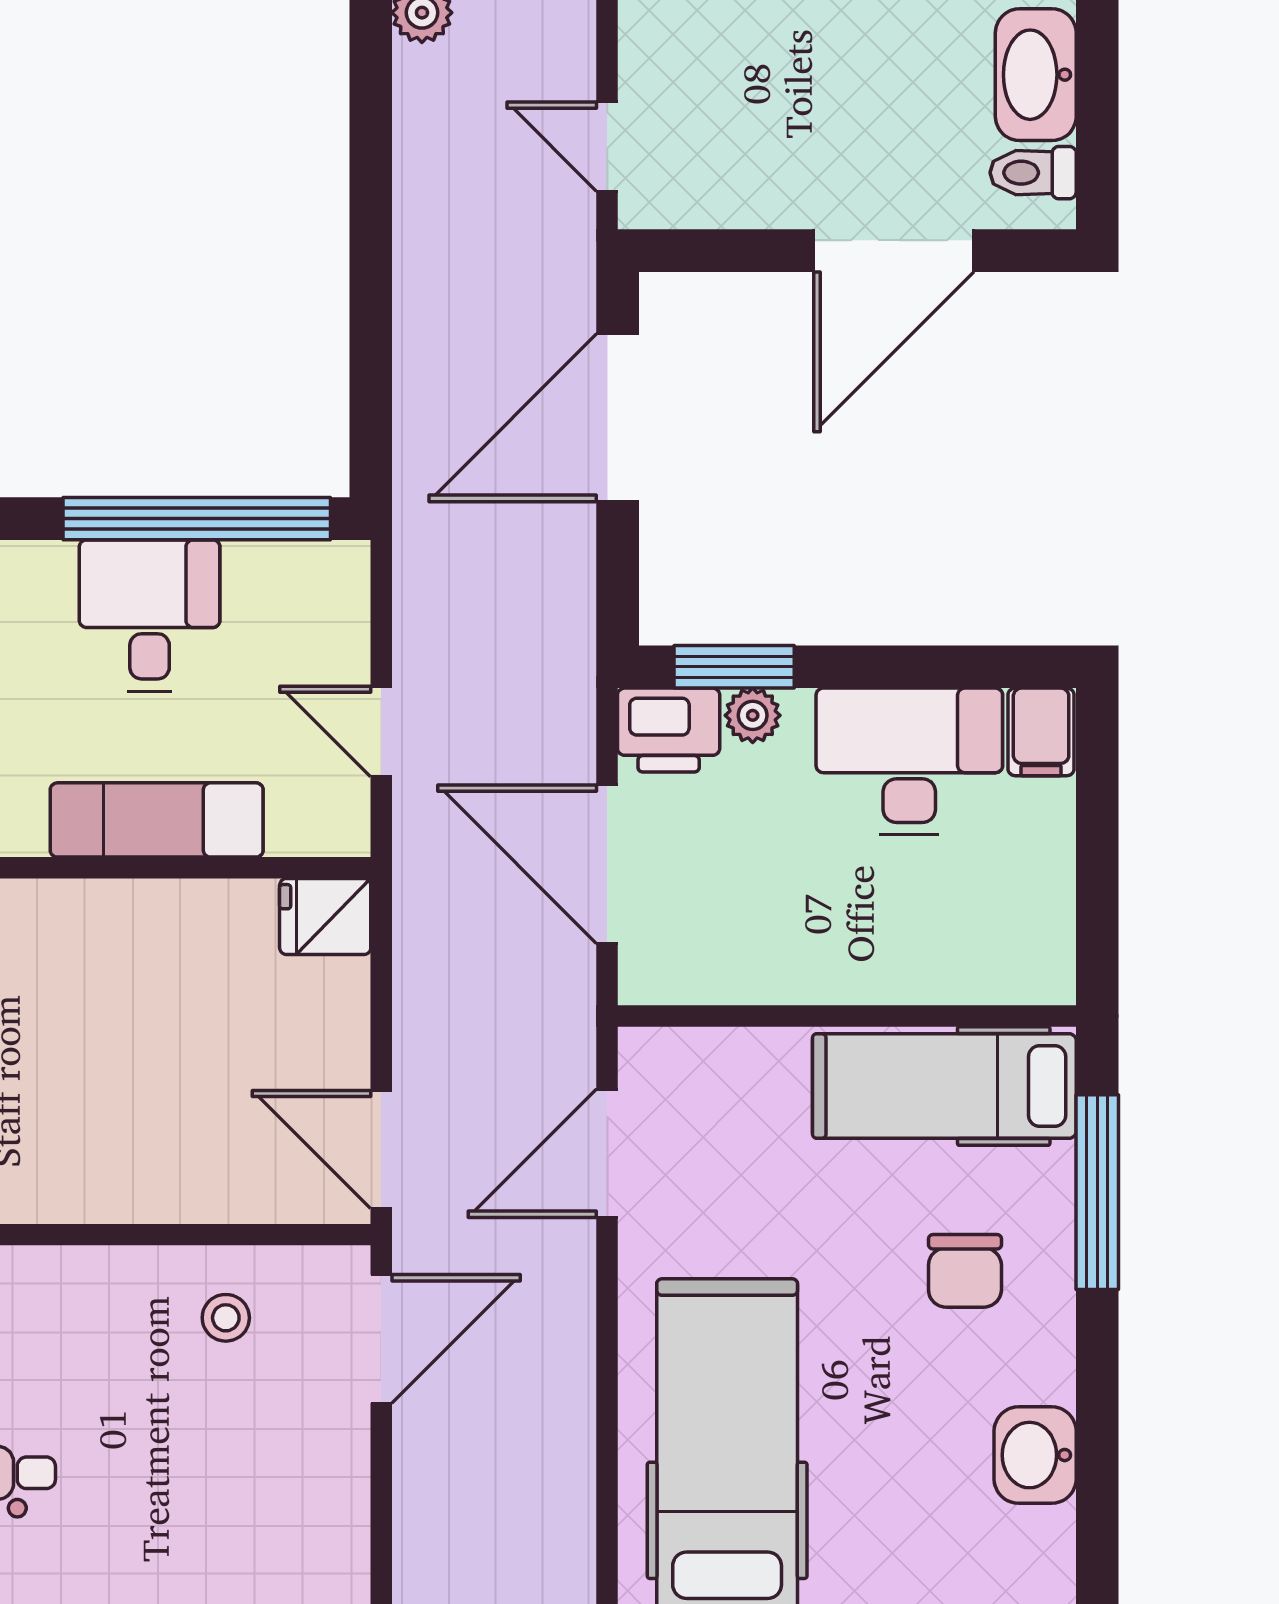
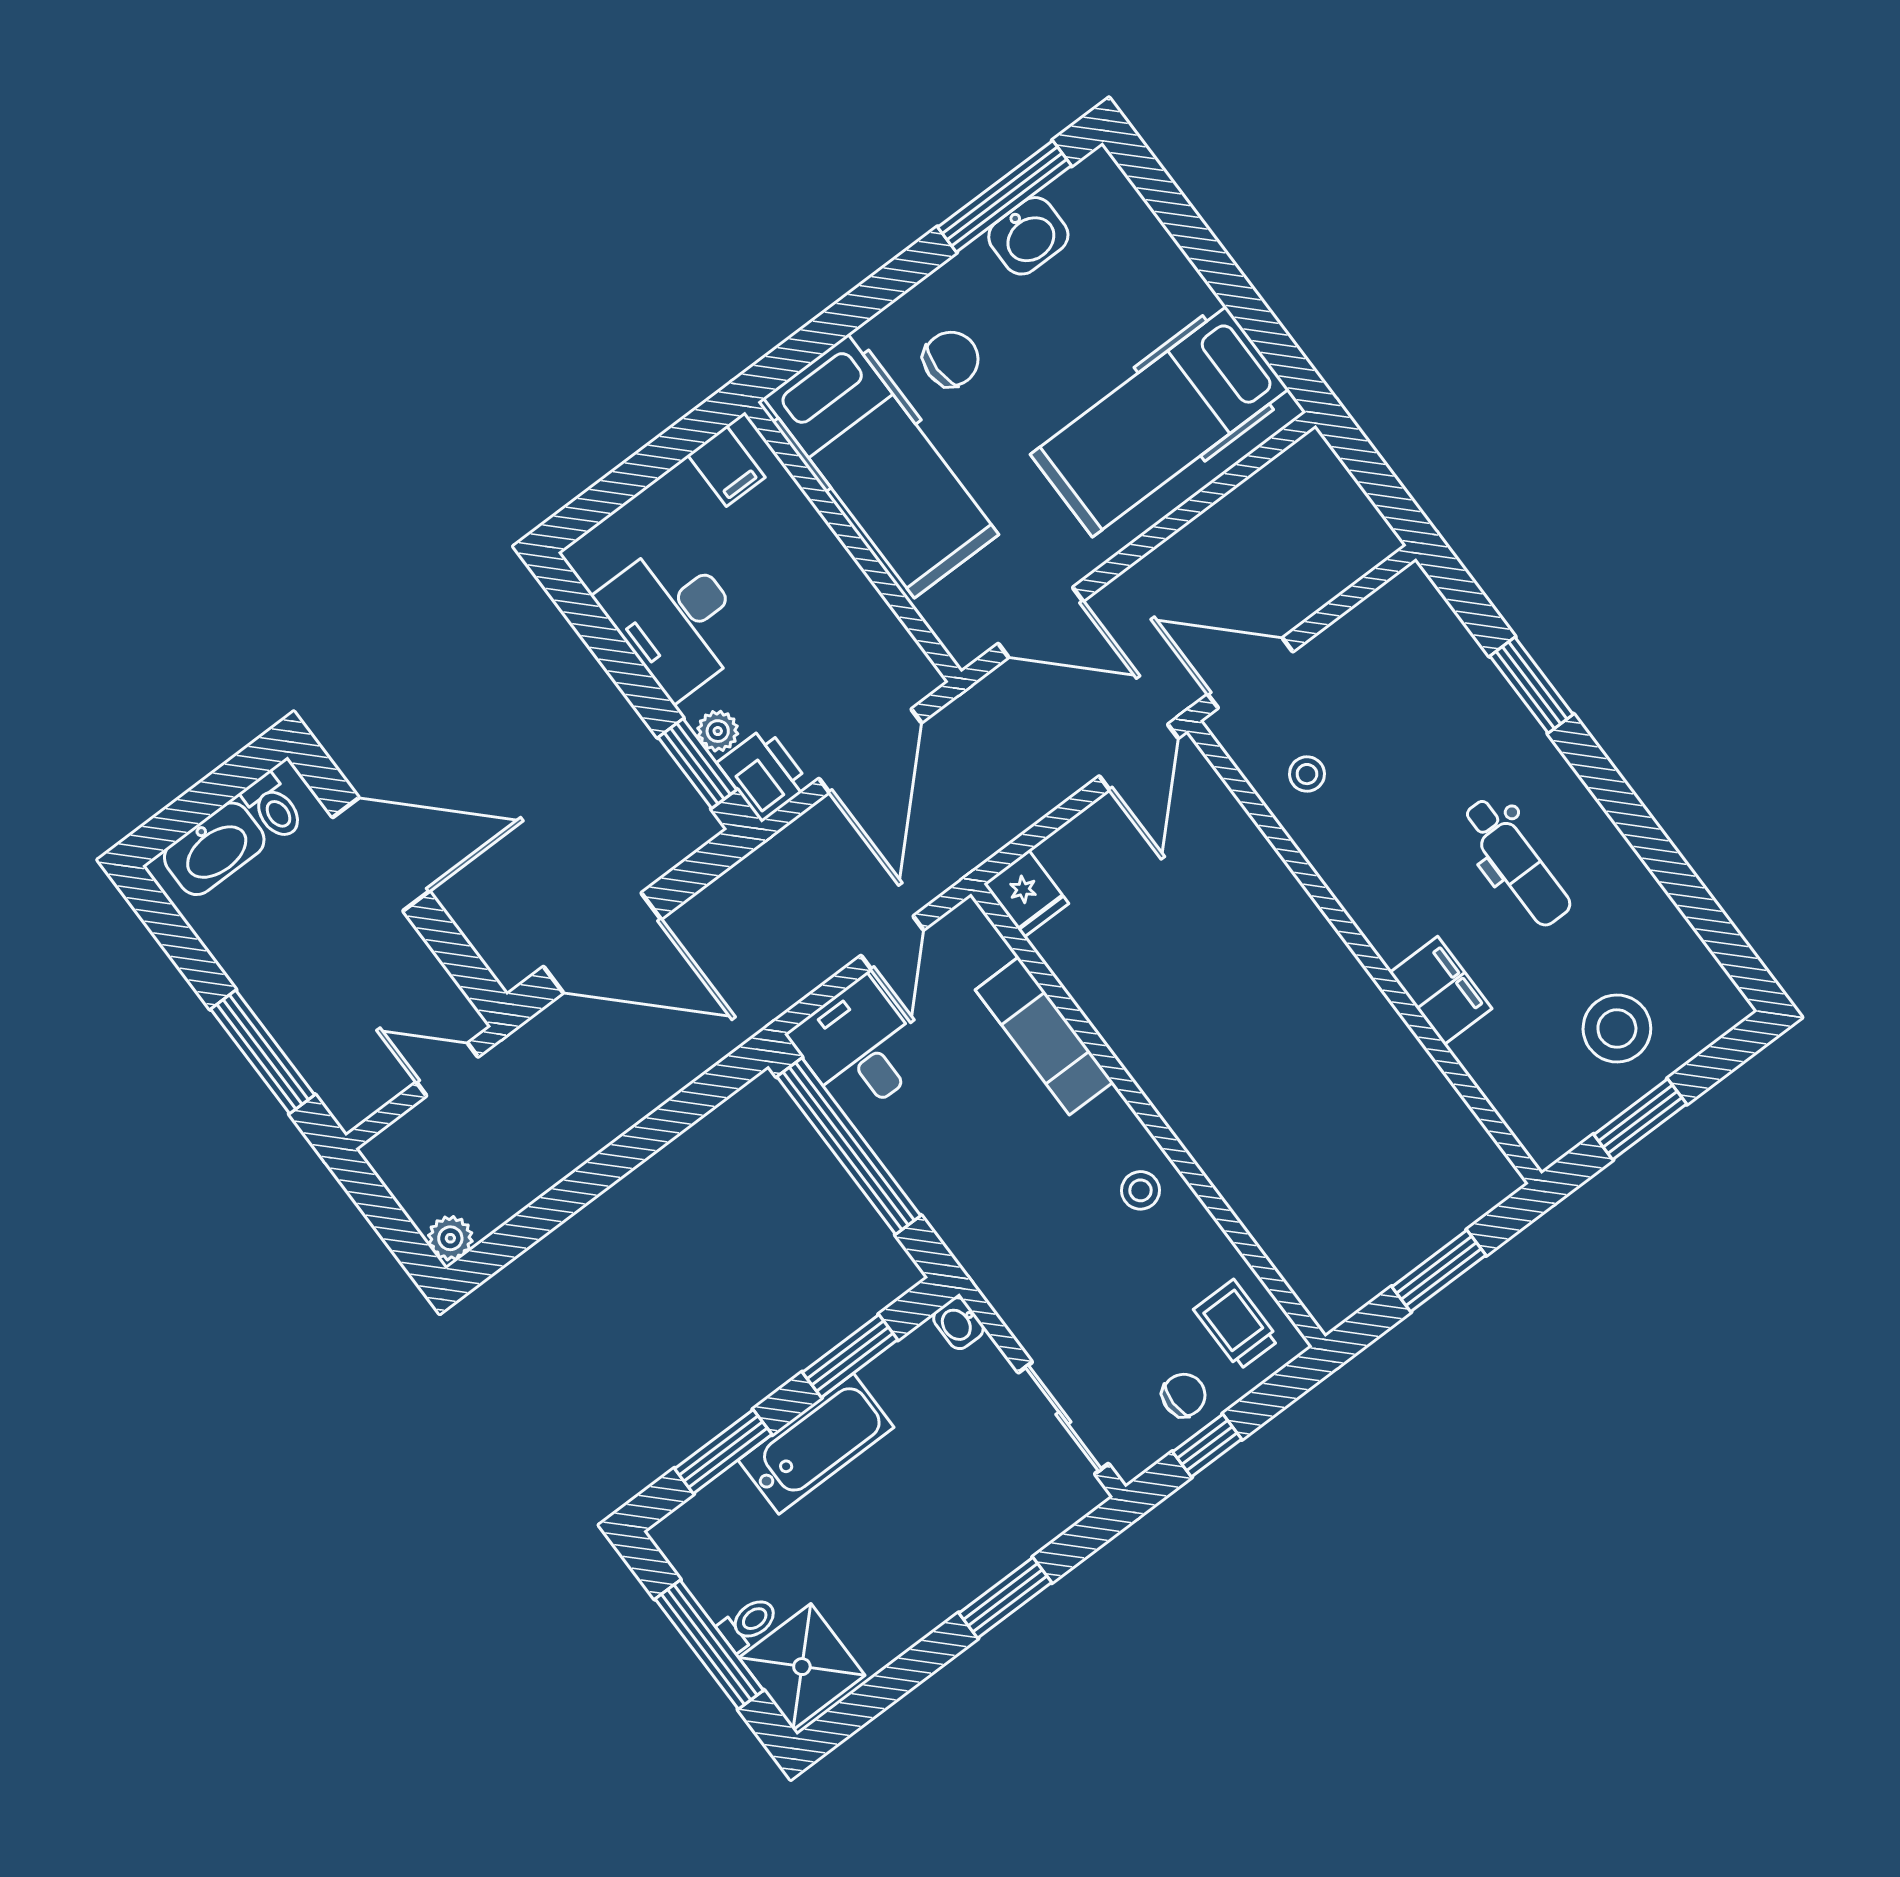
door: (607, 147) -> (447, 1070), swing flipped
desk: (150, 615) -> (859, 1048), moved, turned 90
filing cabinet: (1041, 732) -> (726, 466), moved, turned 90
hospital bed: (944, 1086) -> (881, 466), width x1.37, depth x1.29
window: (1097, 1192) -> (1005, 196), moved

